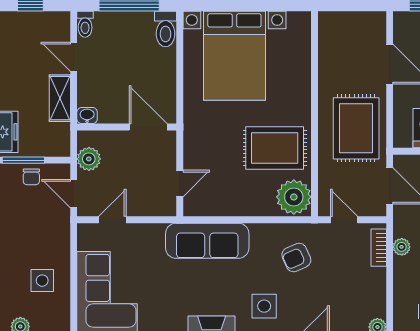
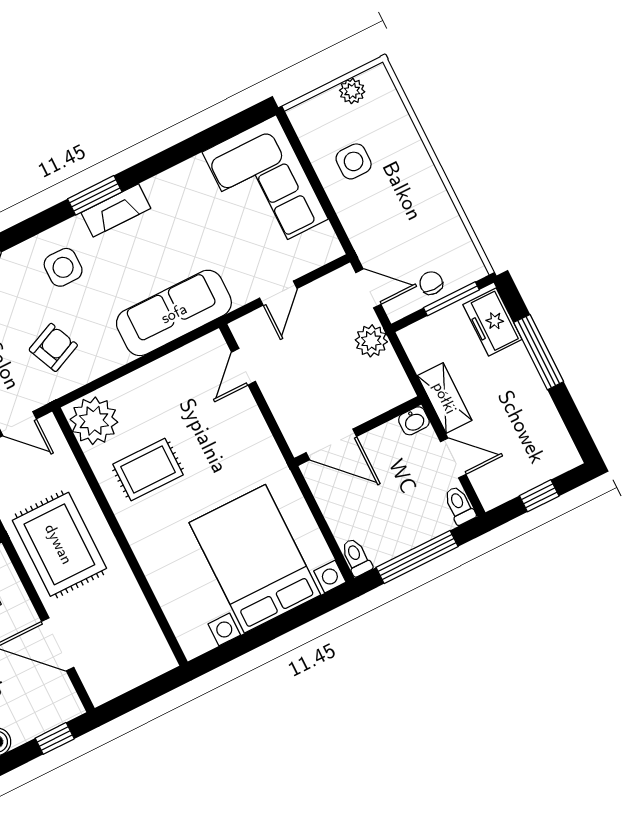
toilet: (166, 29) -> (356, 557), width x0.73, depth x0.72
washbasin: (87, 116) -> (414, 421), moved
wall: (127, 127) -> (358, 431), moved
door: (148, 127) -> (331, 444), moved
rug: (275, 148) -> (148, 470), width x0.73, depth x0.70
door: (112, 220) -> (278, 293), moved

